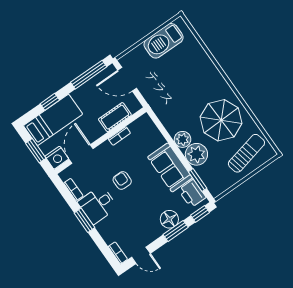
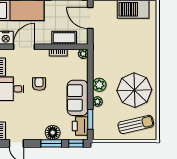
plant: (145, 120) -> (83, 54), added
plant: (196, 154) -> (97, 102), width x0.53, depth x0.53

